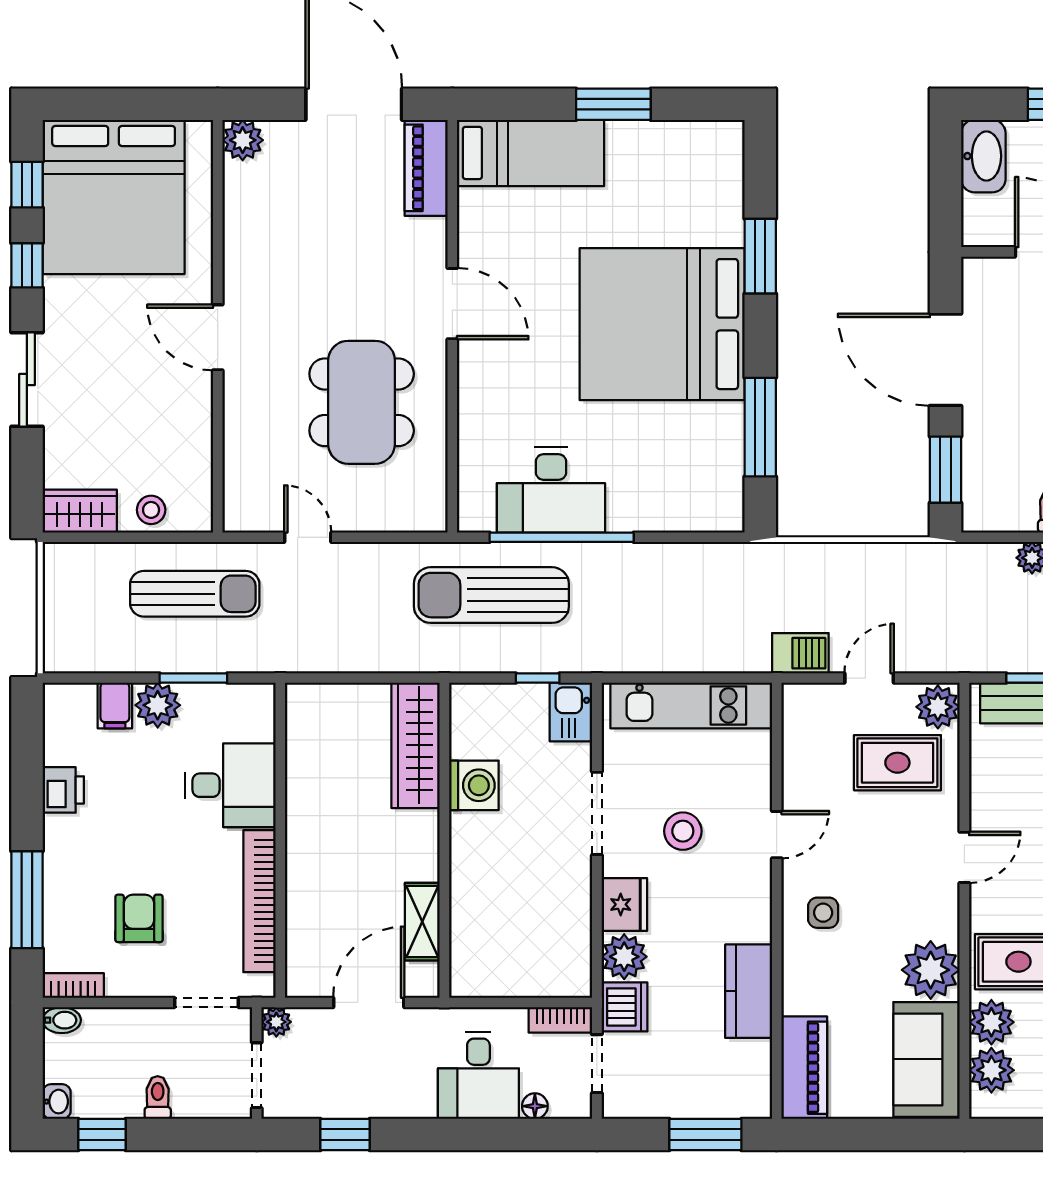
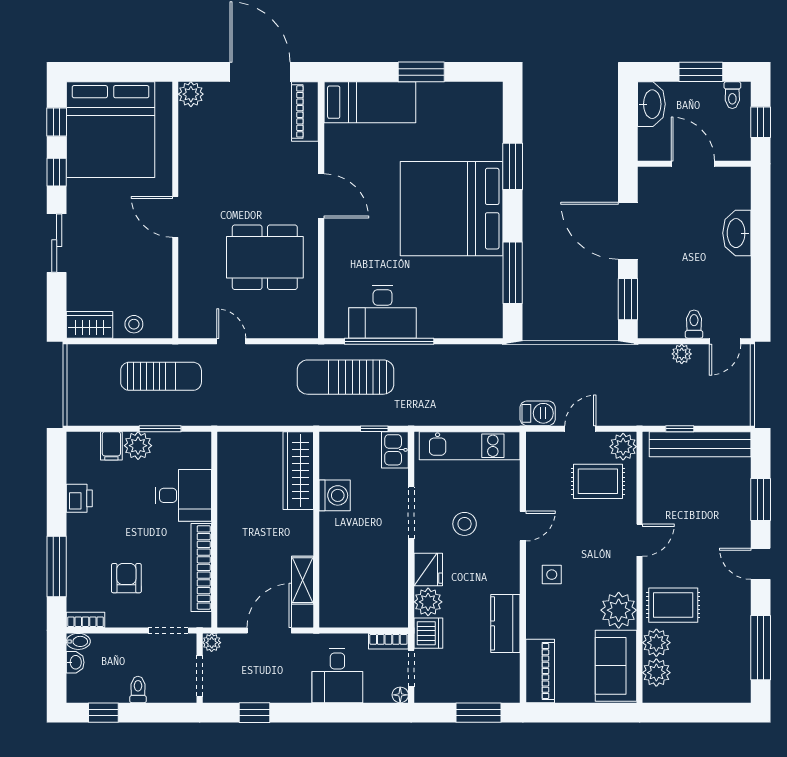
dining table: (362, 402) -> (265, 257), turned 90
washbasin: (57, 1102) -> (75, 662), moved
floor lamp: (535, 1106) -> (400, 695), moved

